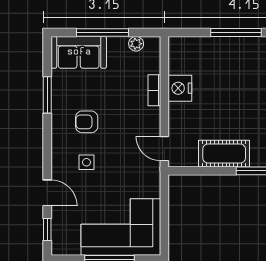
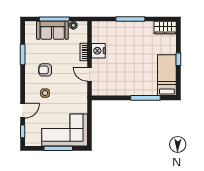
sofa: (79, 52) -> (52, 30), moved
door: (164, 149) -> (90, 74), moved
cot: (224, 154) -> (124, 88), removed
door: (47, 193) -> (23, 111), hinge flipped

